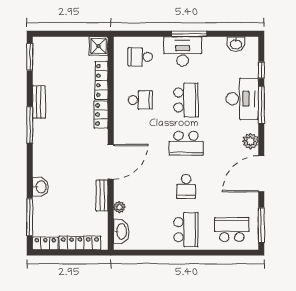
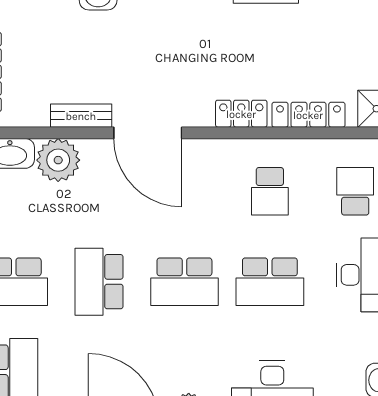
school desk: (186, 143) -> (184, 282), turned -90
school desk: (186, 186) -> (99, 282), width x1.85
plant: (119, 207) -> (58, 160), width x1.87, depth x1.87

